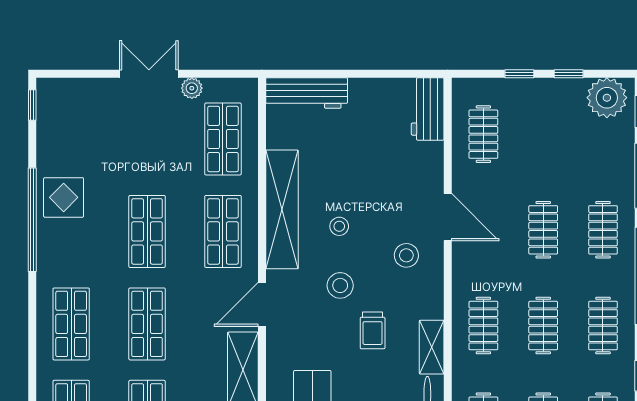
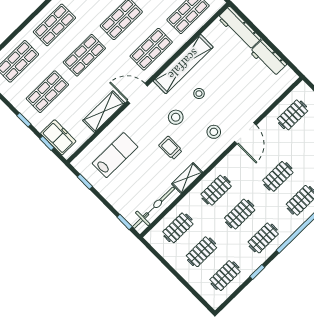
workbench: (428, 109) -> (268, 58), moved, turned -90
trolley: (373, 330) -> (171, 148), turned 90

